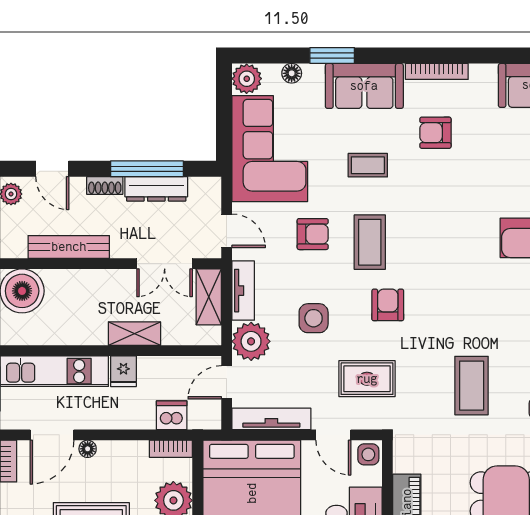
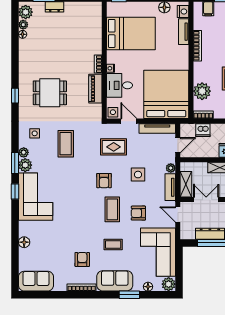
armchair: (435, 133) -> (82, 259), turned -90
plant: (251, 341) -> (171, 168), width x0.53, depth x0.53

